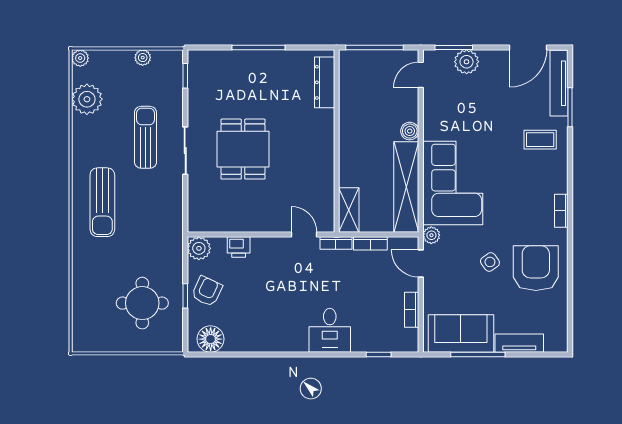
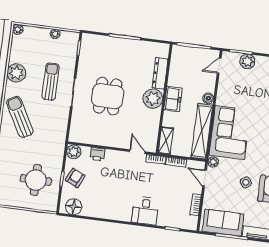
dresser: (325, 82) -> (160, 73), moved
plant: (87, 99) -> (16, 73), moved
freezer: (352, 140) -> (173, 99), added
plant: (318, 143) -> (153, 99), added
sun lounger: (102, 202) -> (20, 117), turned 151

